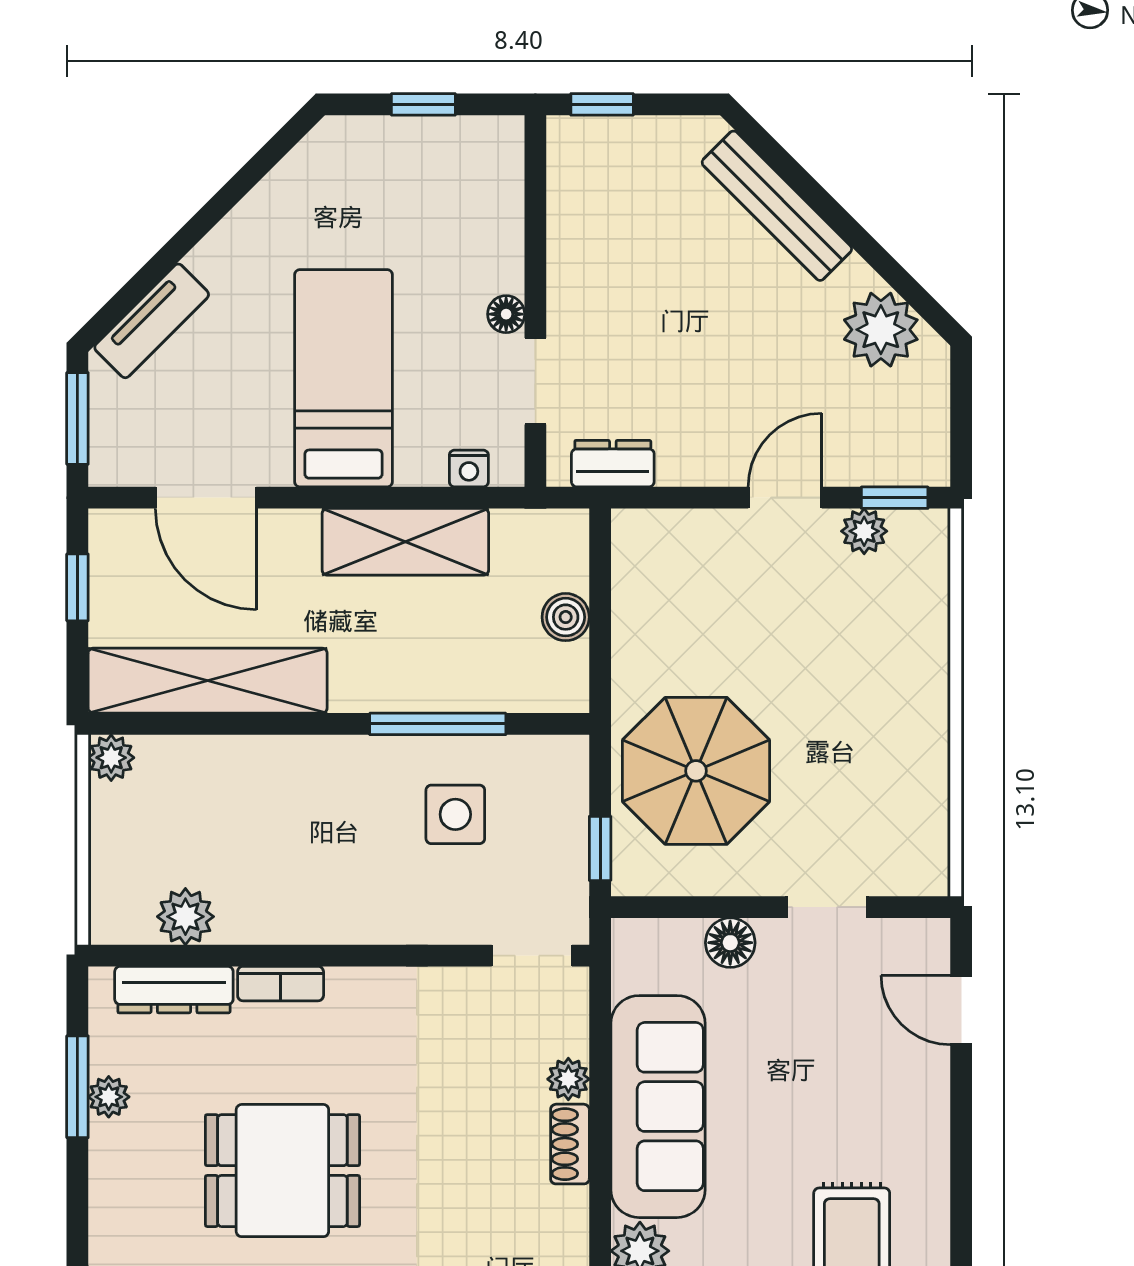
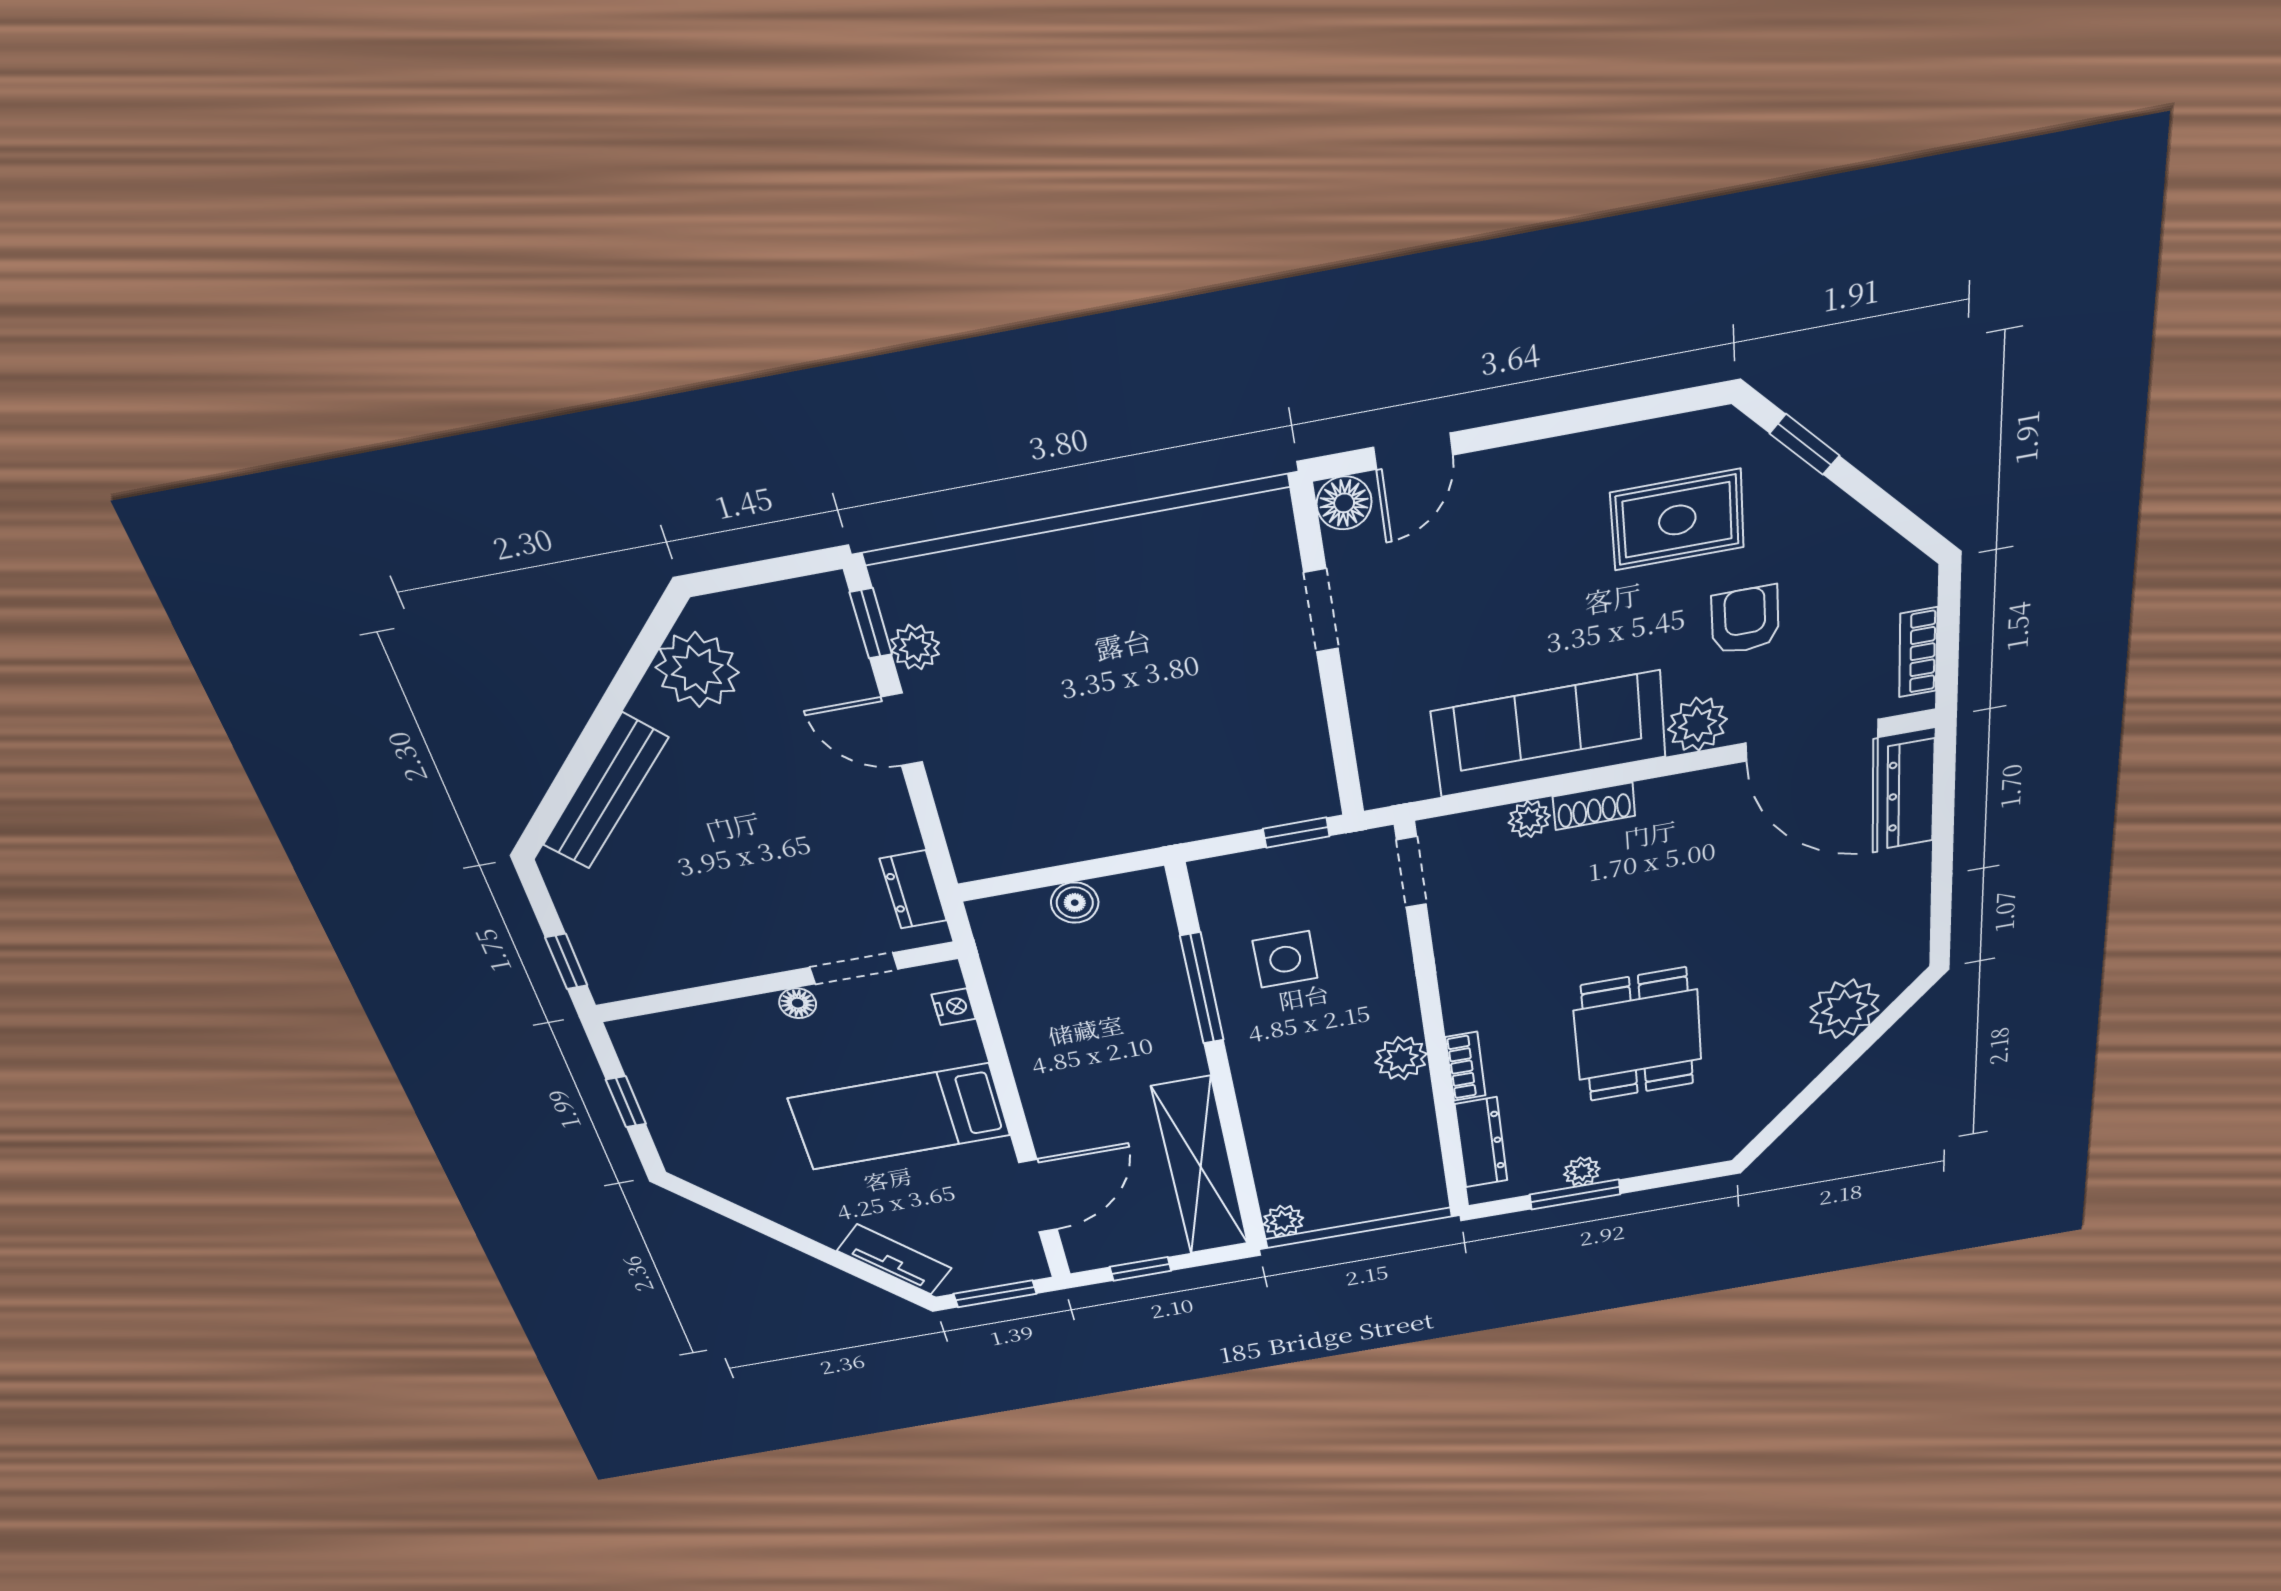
shelving: (405, 542) -> (1037, 1044), removed
parasol: (696, 771) -> (1202, 761), removed
plant: (185, 917) -> (1401, 1058), moved
floor lamp: (730, 943) -> (1344, 503), moved

